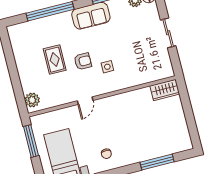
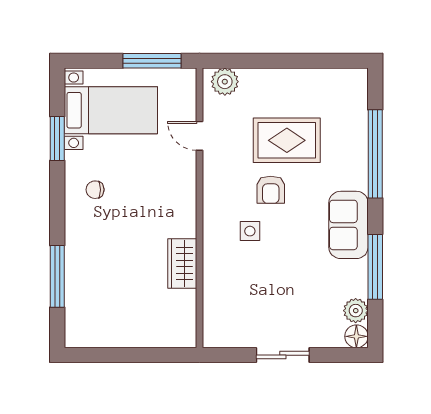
rug: (55, 60) -> (287, 140), width x1.36, depth x1.43
wardrobe: (165, 90) -> (182, 264), moved
door: (85, 101) -> (200, 136), moved

